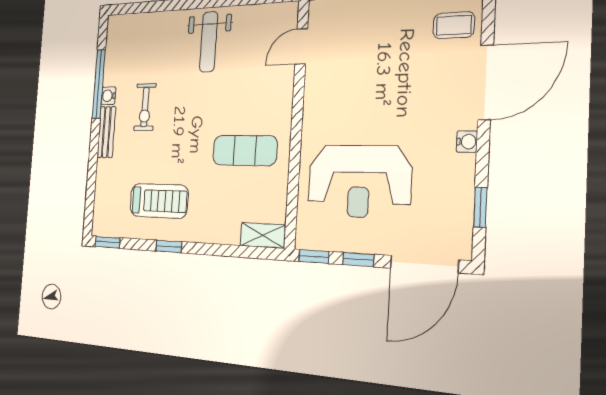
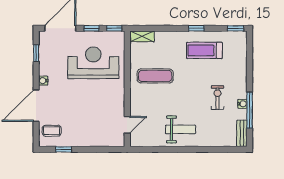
weight bench: (209, 42) -> (181, 129), turned 90
bench: (106, 132) -> (242, 133), moved

